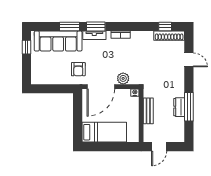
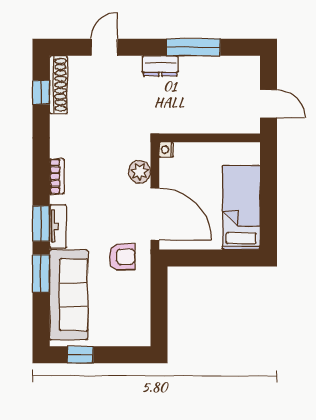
dresser: (179, 107) -> (160, 66), moved
bench: (148, 111) -> (201, 124), removed

